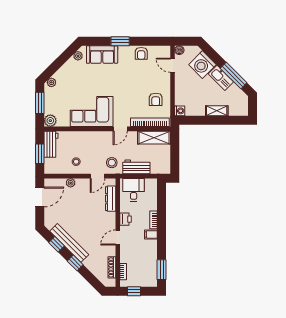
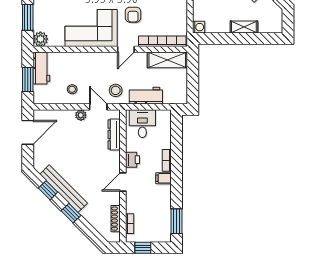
armchair: (156, 99) -> (133, 15), moved
door: (97, 176) -> (98, 107), swing flipped
plant: (71, 183) -> (81, 115), moved

